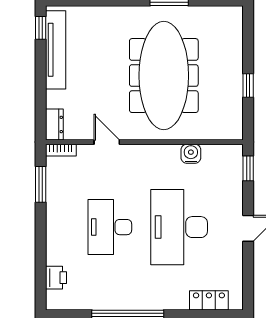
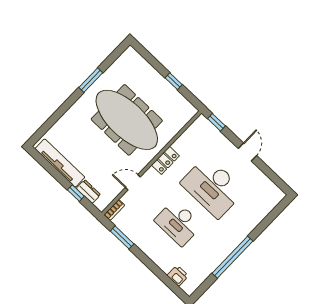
window: (41, 28) -> (76, 193), moved
dresser: (54, 124) -> (88, 192), moved
water cooler: (191, 154) -> (181, 145), removed
locker: (209, 300) -> (165, 160), moved, turned 180

